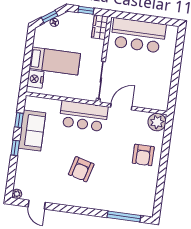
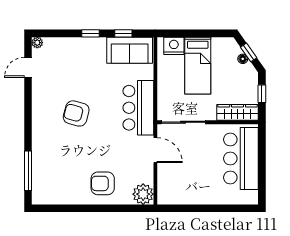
wardrobe: (100, 27) -> (238, 112), width x1.50
sofa: (32, 131) -> (130, 50), moved

